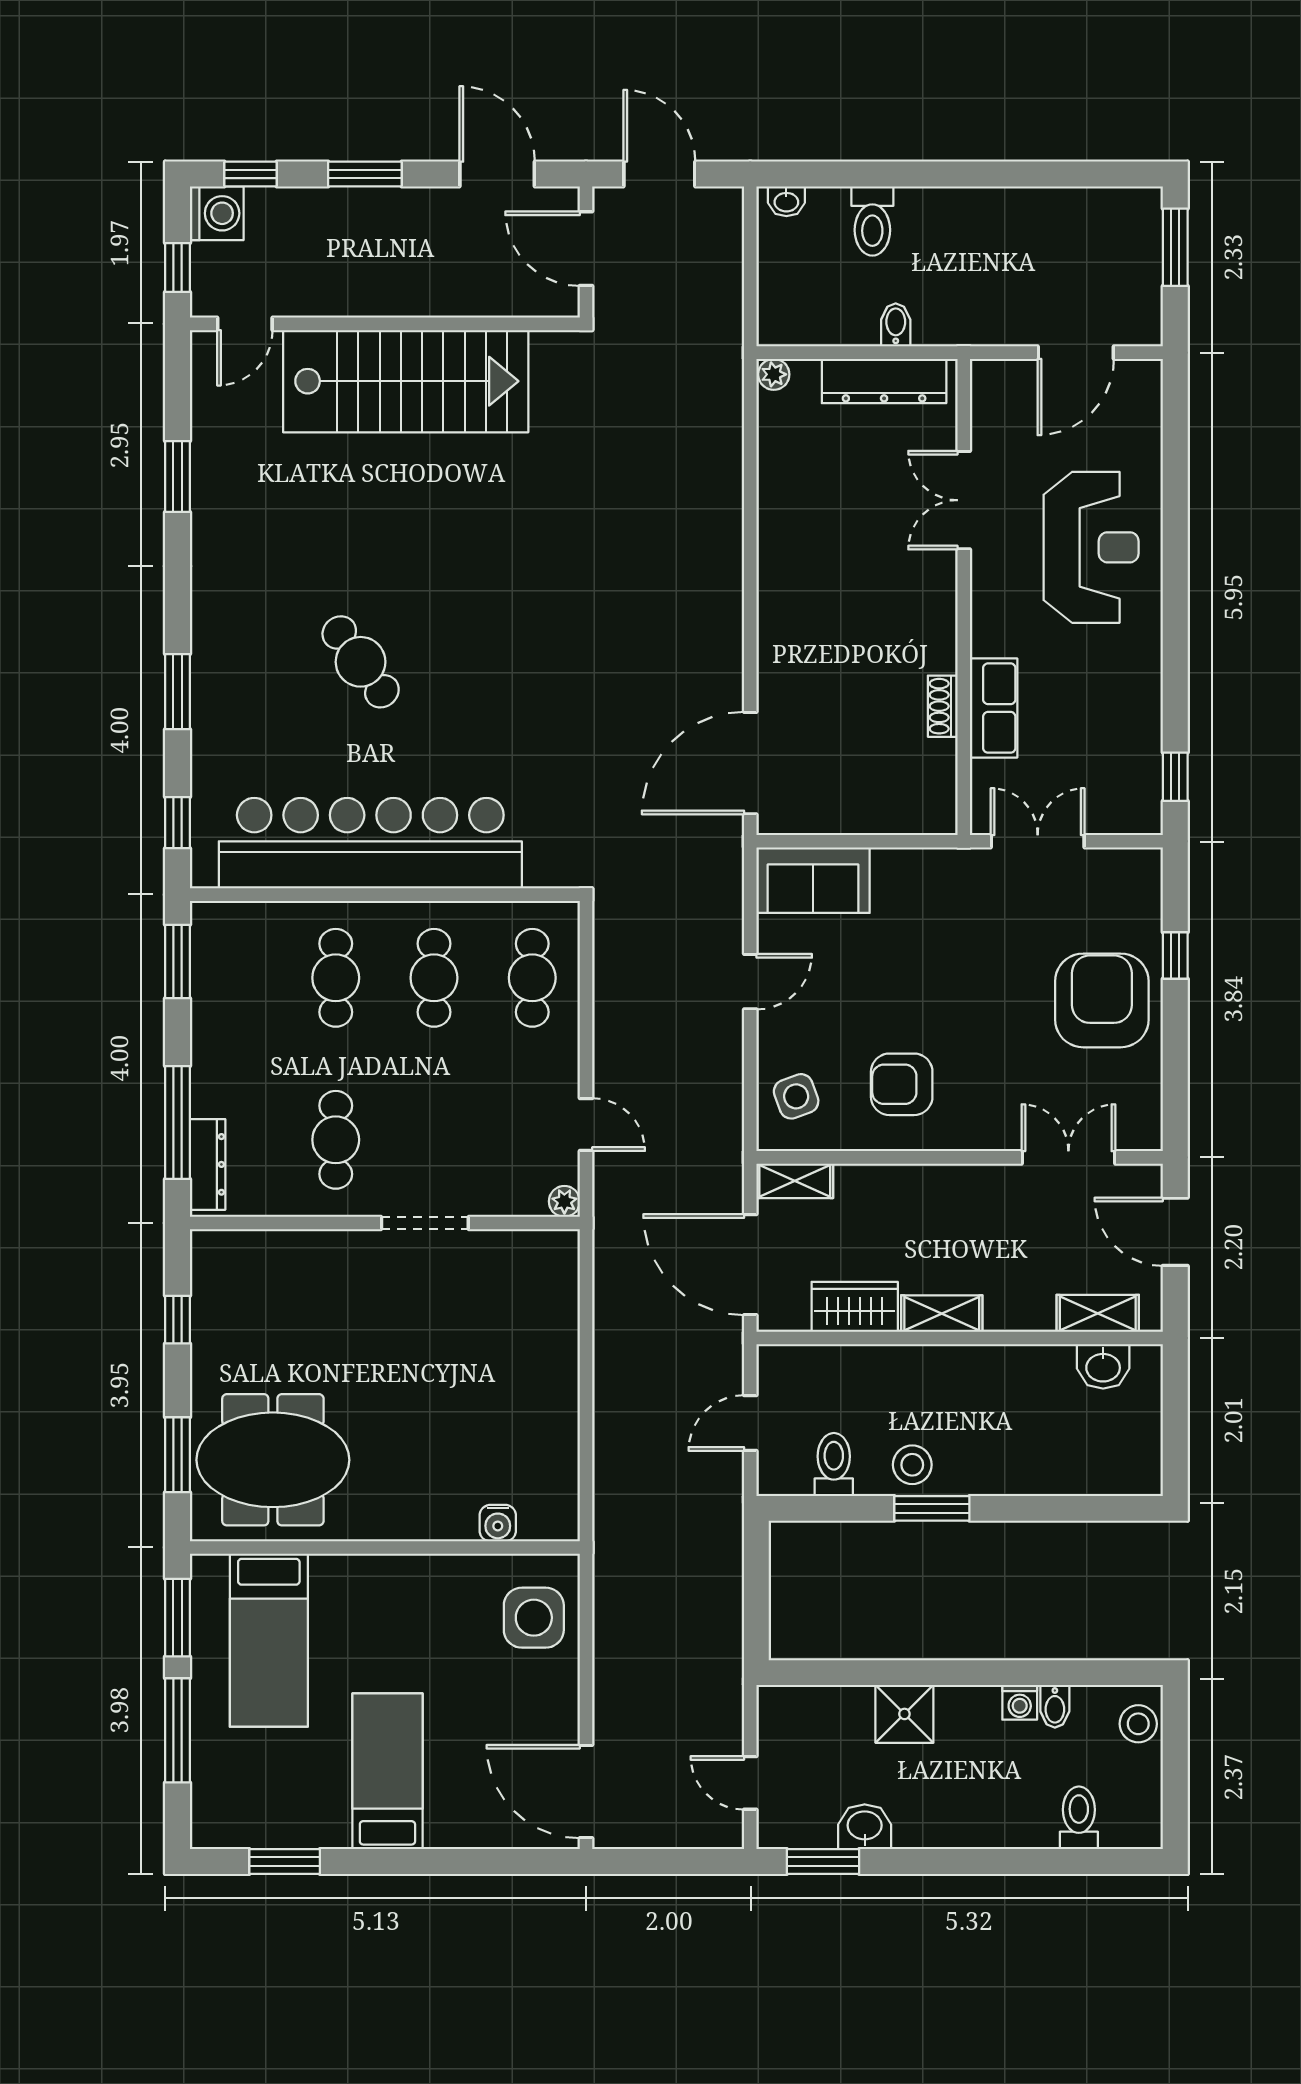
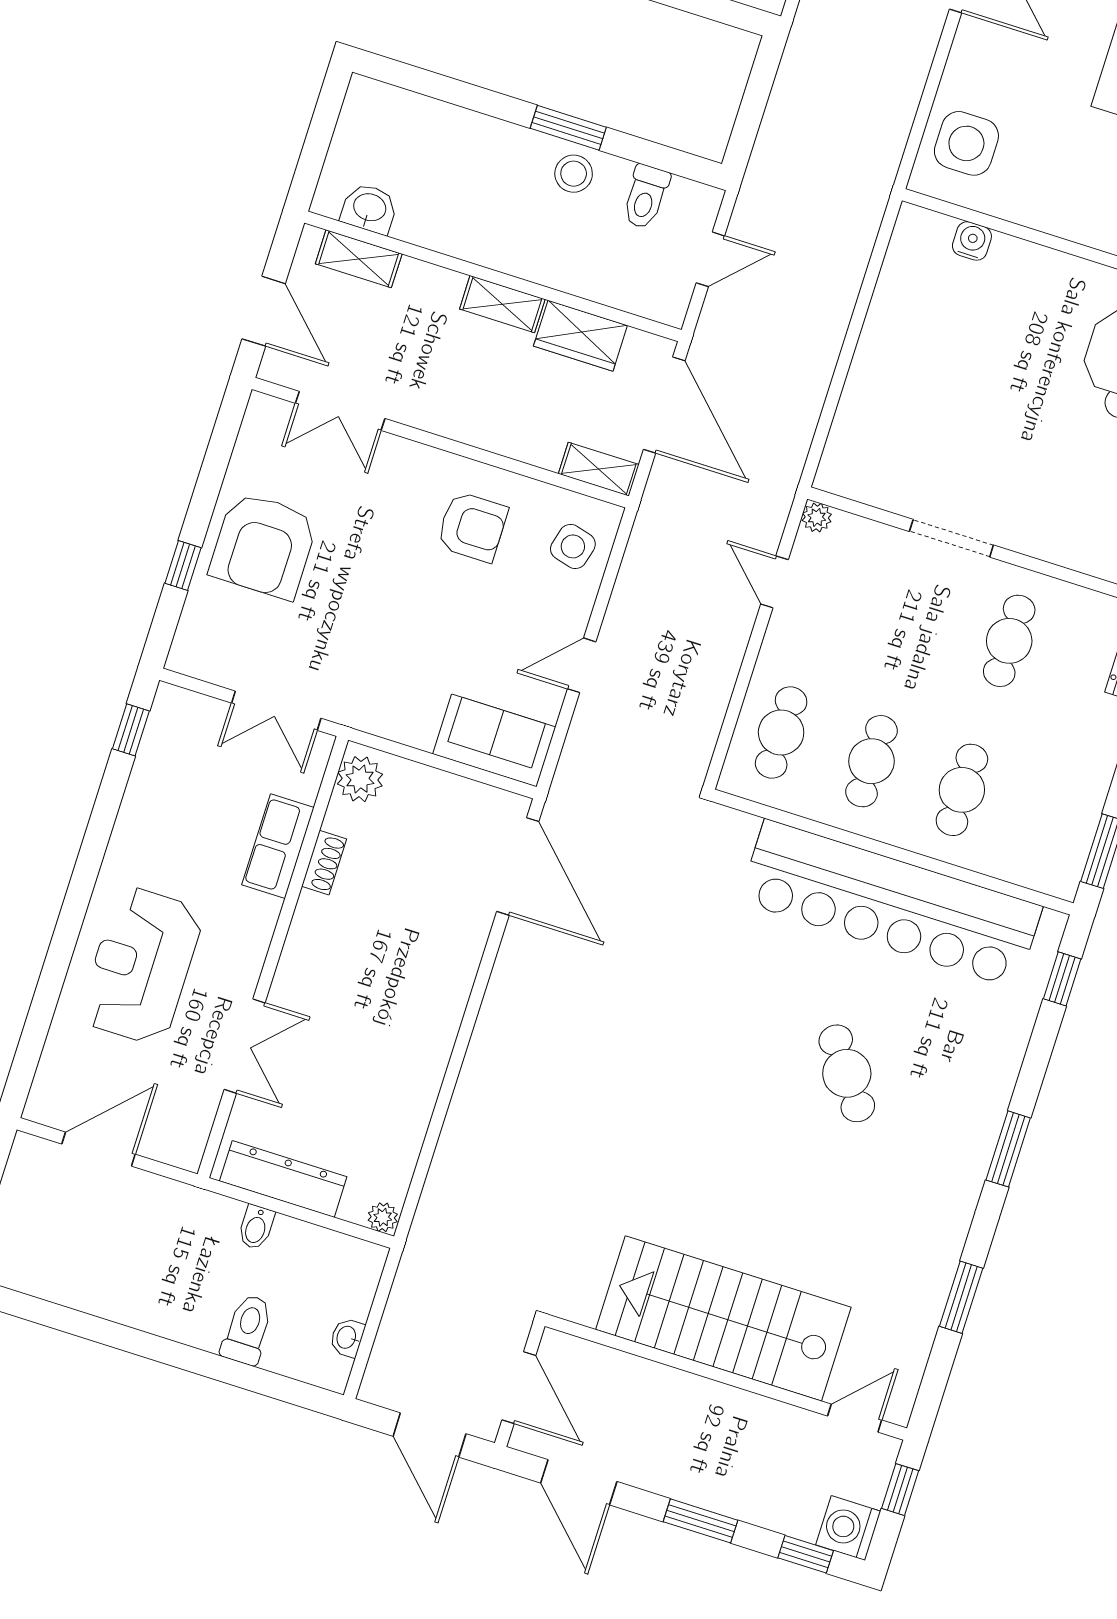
washbasin: (786, 201) -> (347, 1338), moved, turned -90
window: (177, 692) -> (1008, 1149), moved
door: (750, 763) -> (518, 866), hinge flipped
plant: (934, 800) -> (360, 779), added
side table: (796, 1096) -> (573, 546), turned 35

